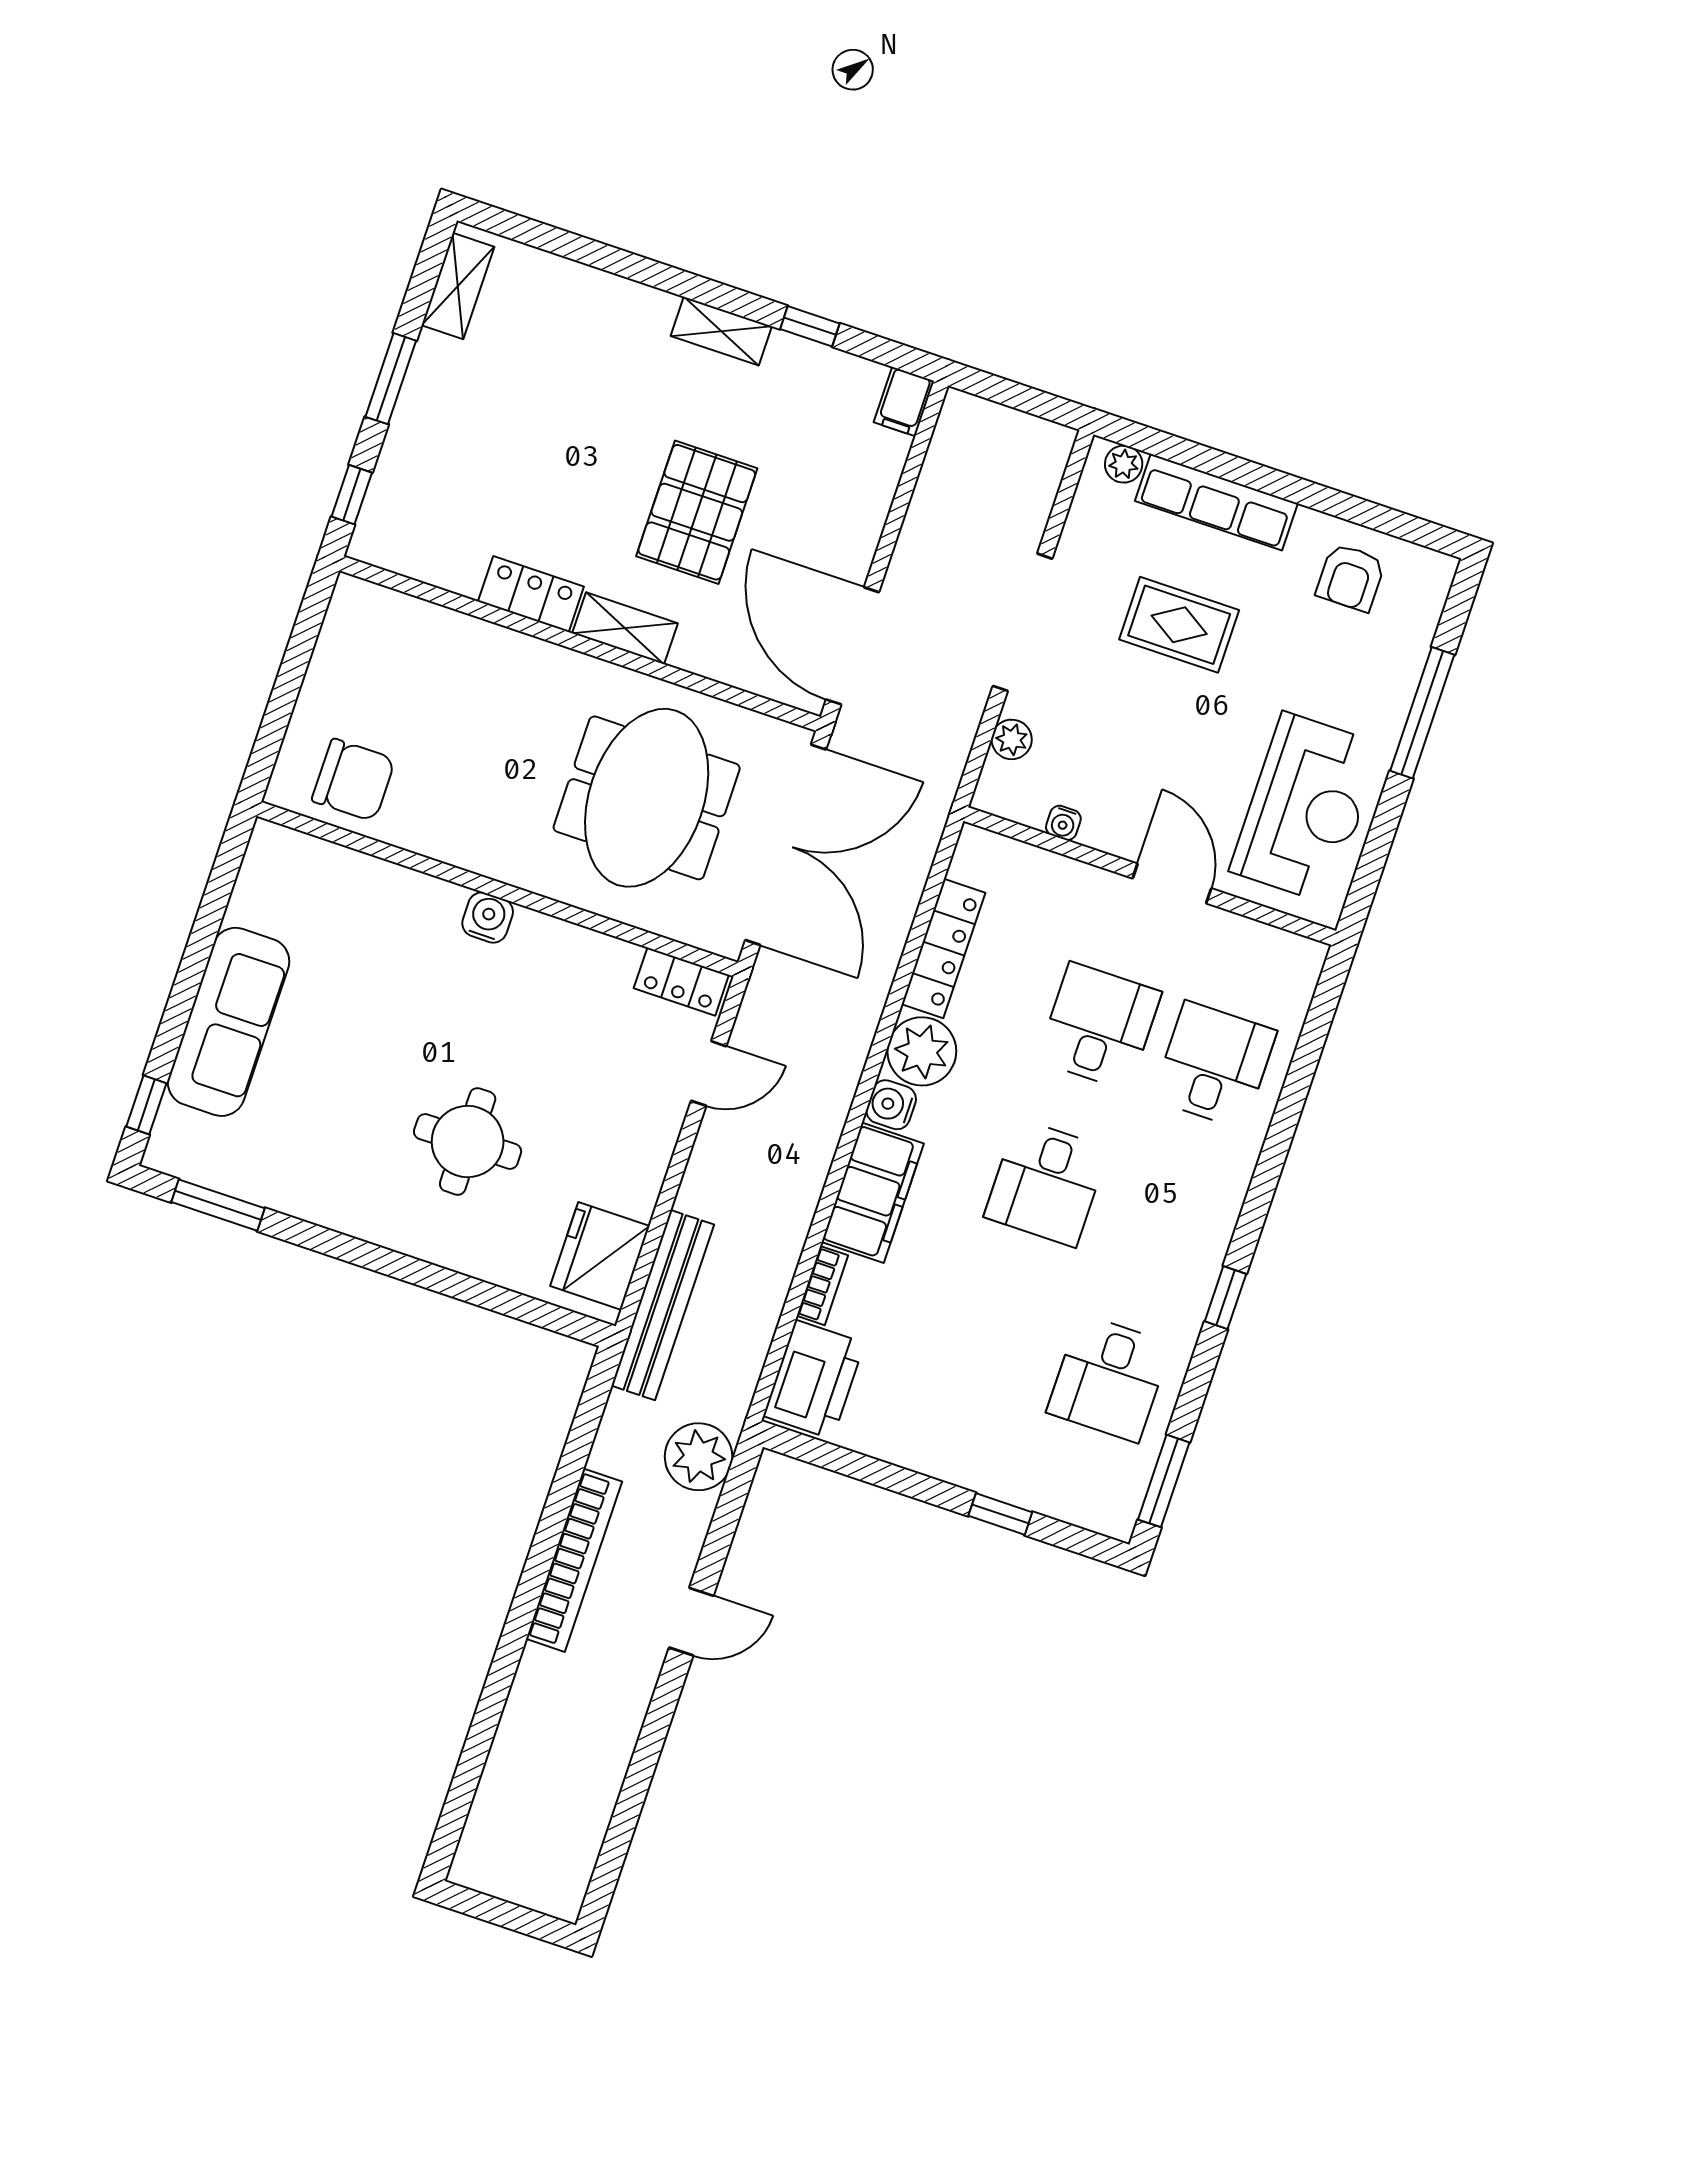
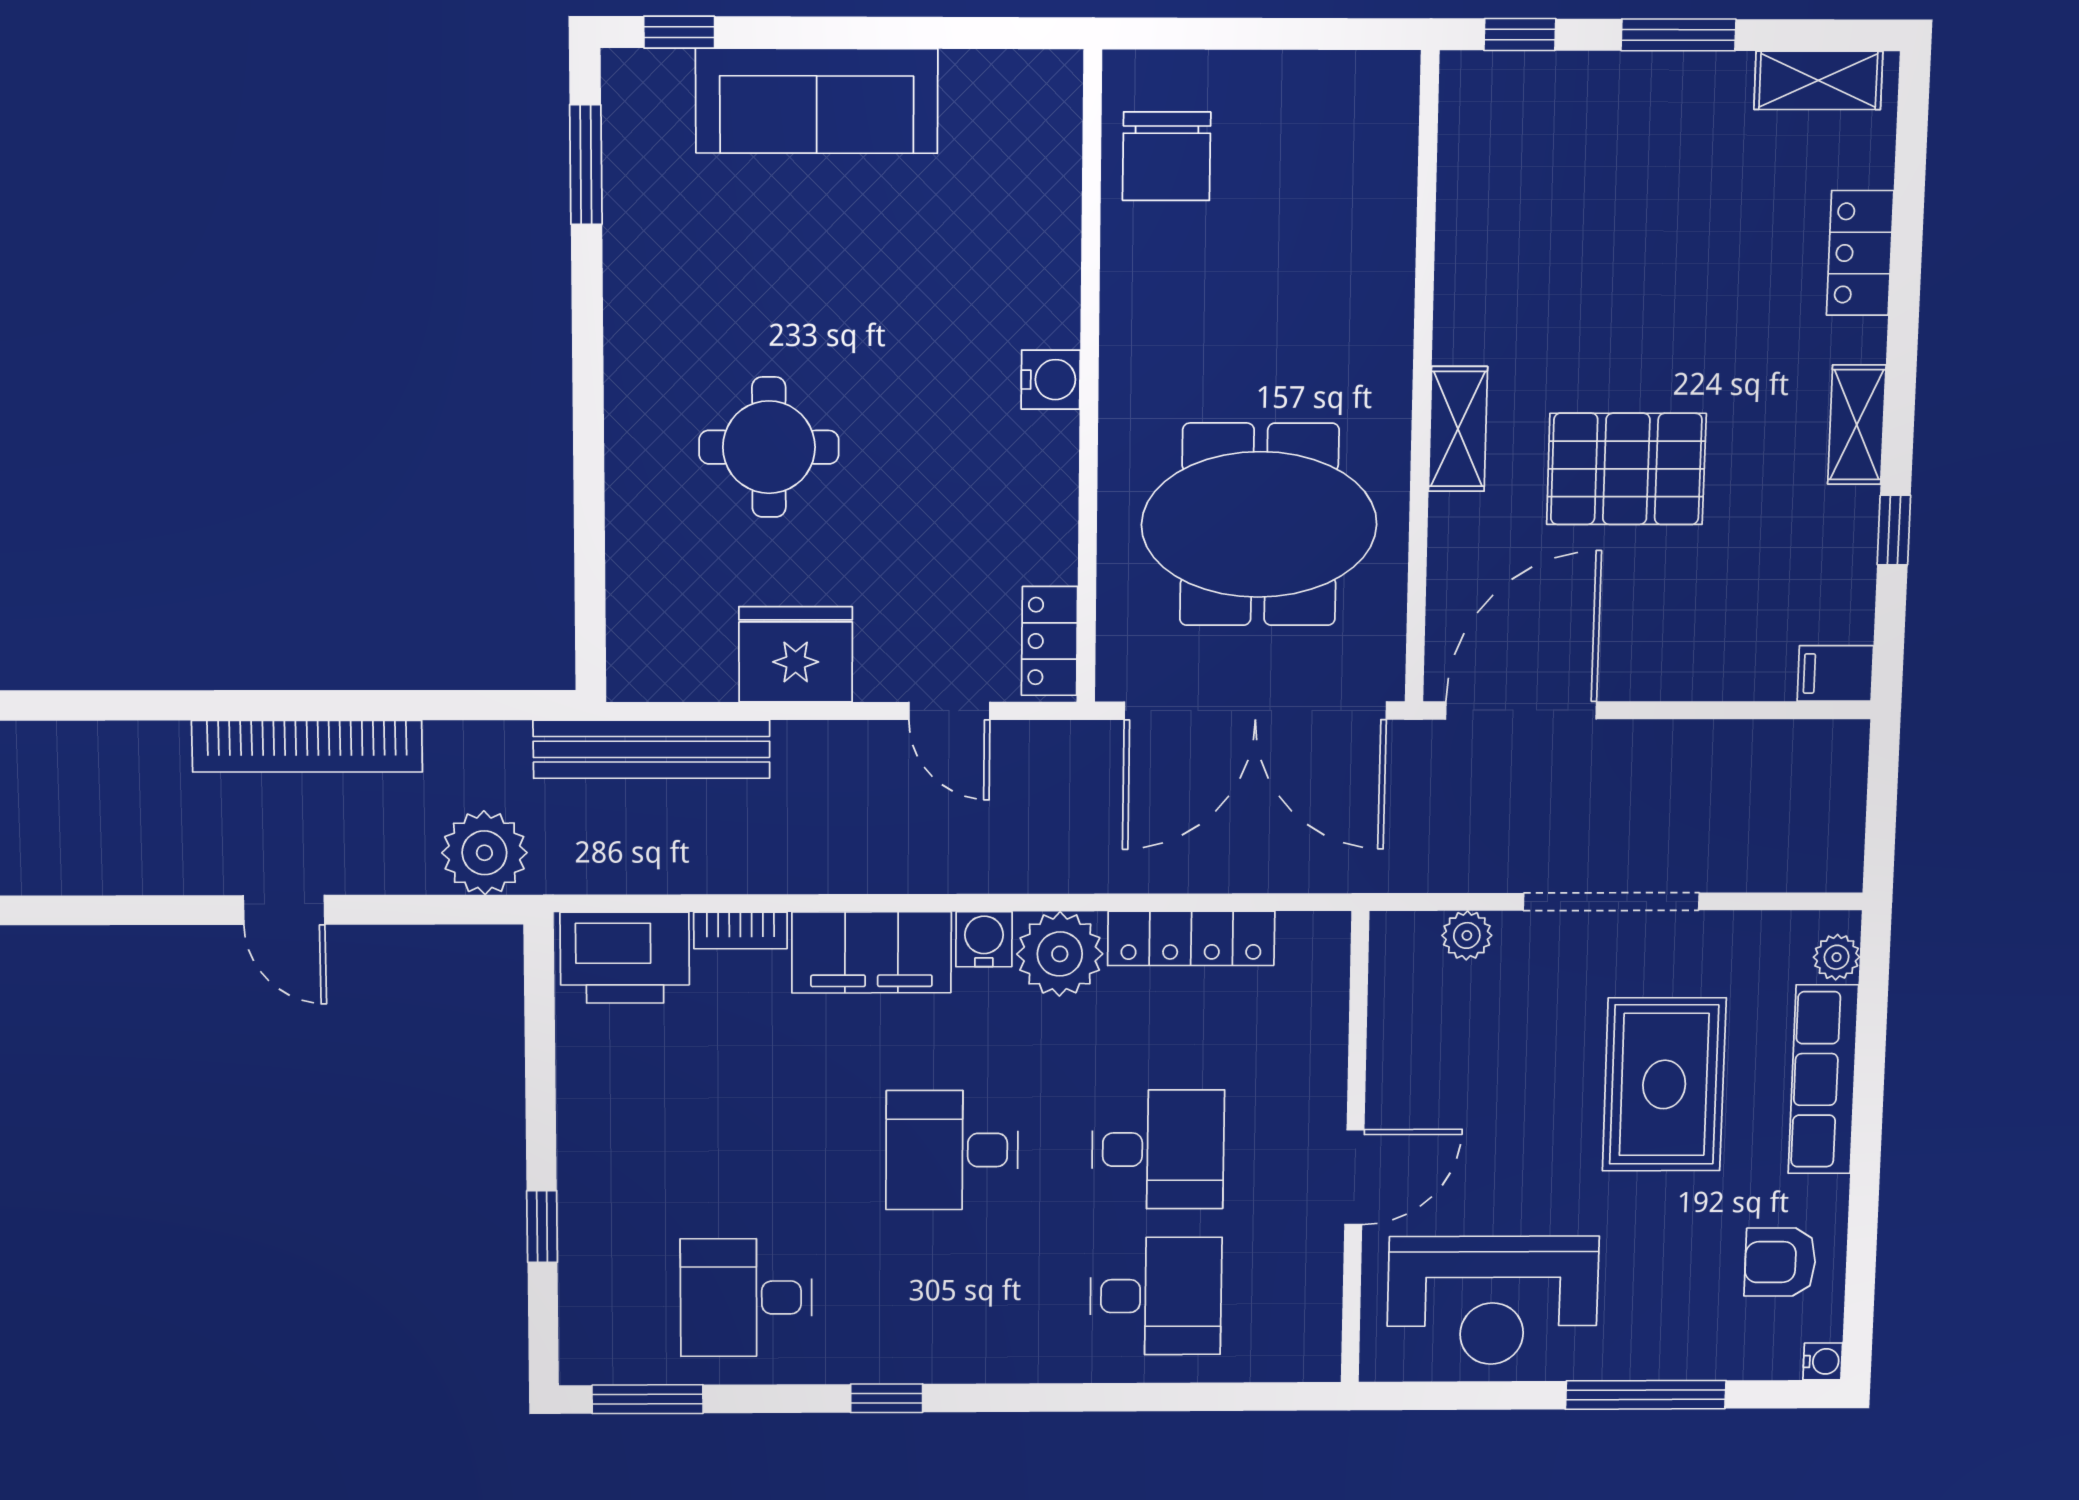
locker: (531, 594) -> (1860, 253), moved, turned 180
rug: (1179, 625) -> (1664, 1084), width x1.36, depth x1.43
water cooler: (1063, 823) -> (1823, 1361), moved, turned 180
fridge: (600, 1256) -> (796, 654), moved

